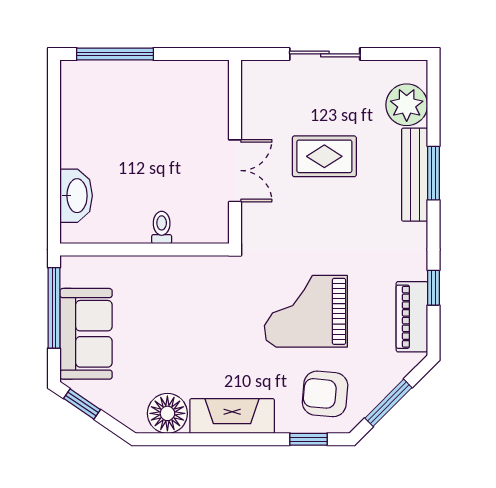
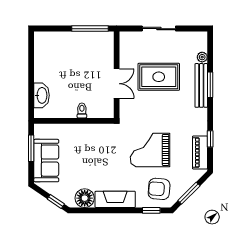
window: (115, 54) -> (90, 29), moved
plant: (407, 105) -> (202, 57), width x0.53, depth x0.53
rug: (324, 156) -> (159, 77), width x1.36, depth x1.43
window: (54, 308) -> (31, 148), width x0.69
window: (82, 404) -> (56, 202), moved

